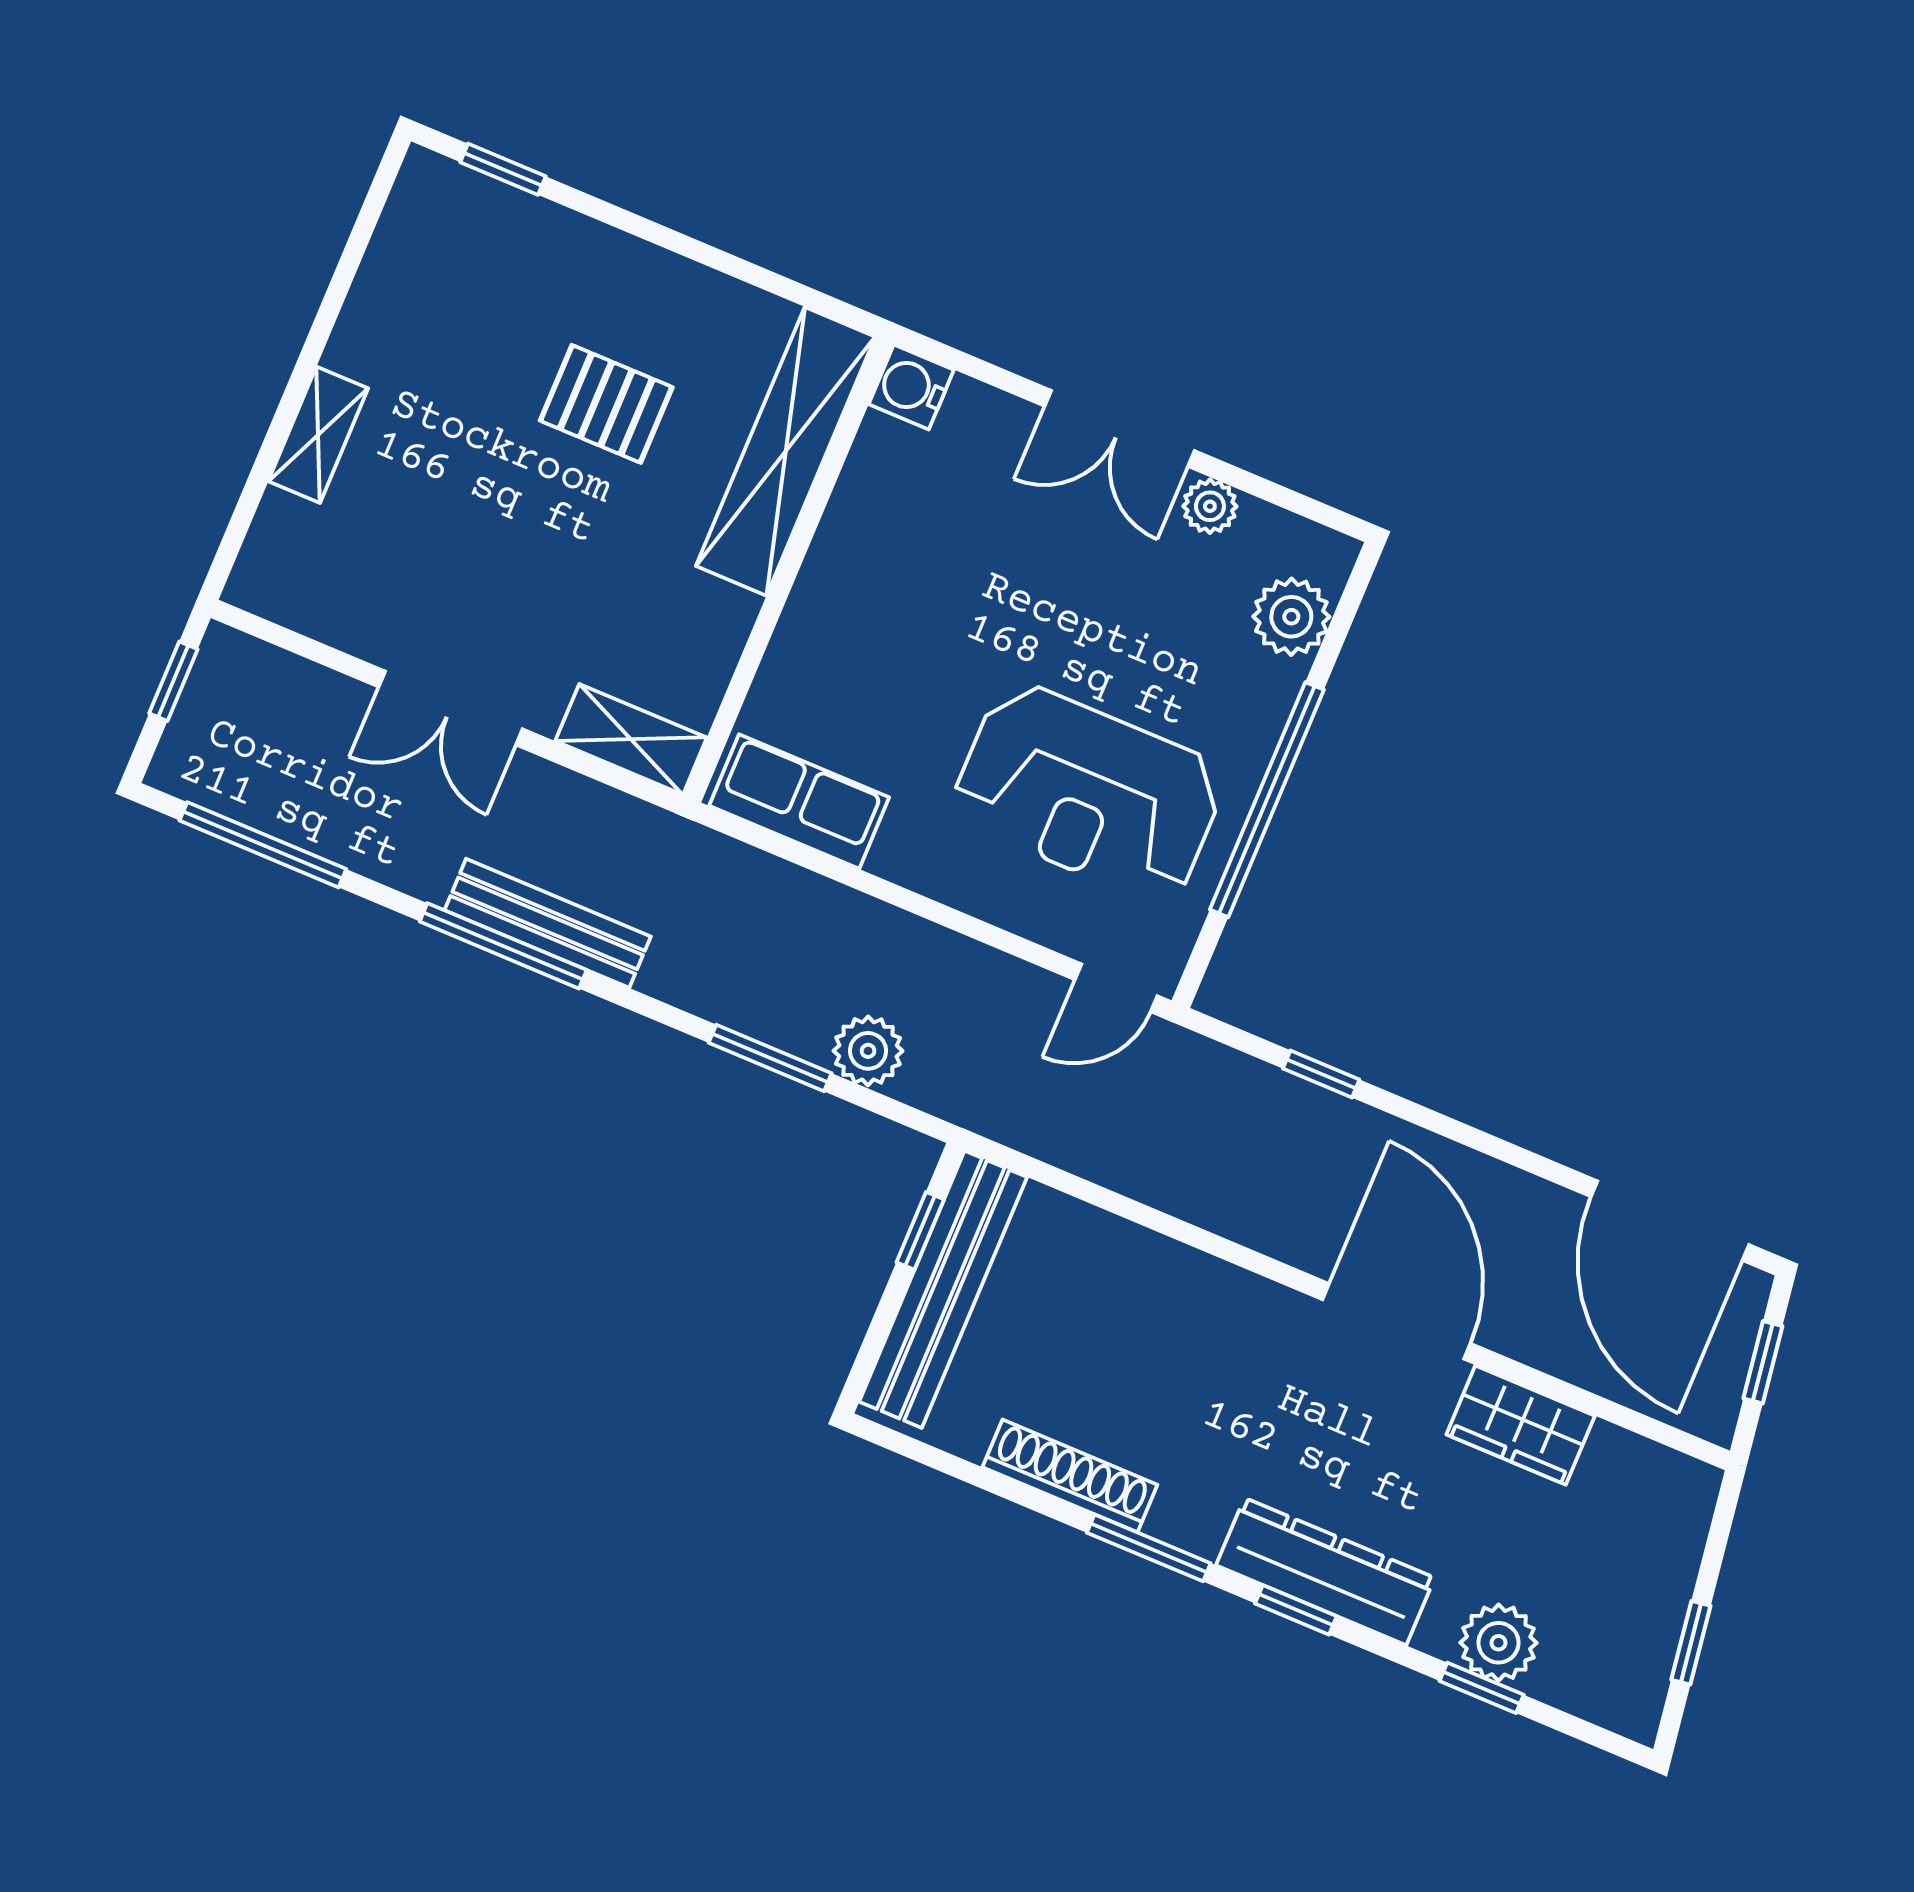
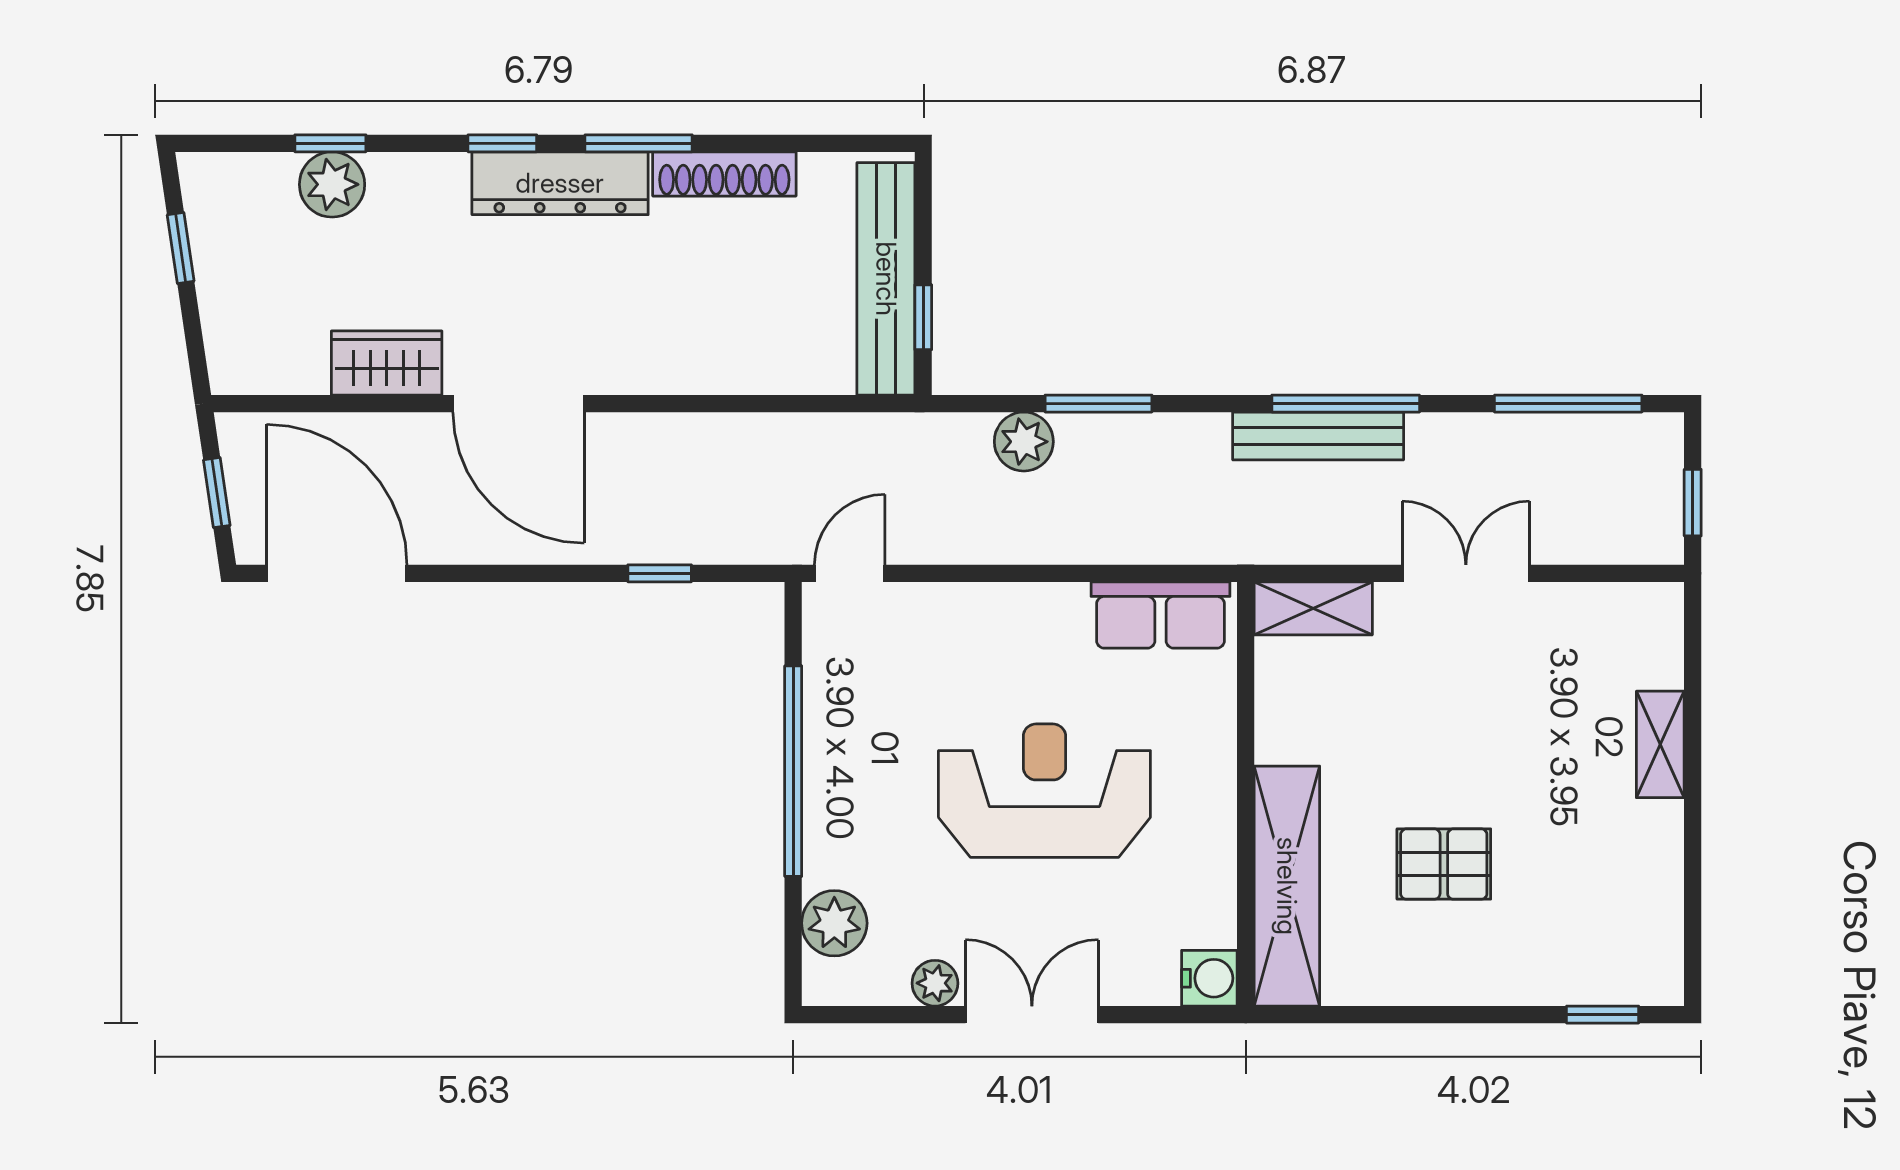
reception desk: (1089, 792) -> (1044, 791), moved
dresser: (1325, 1572) -> (560, 183), moved

